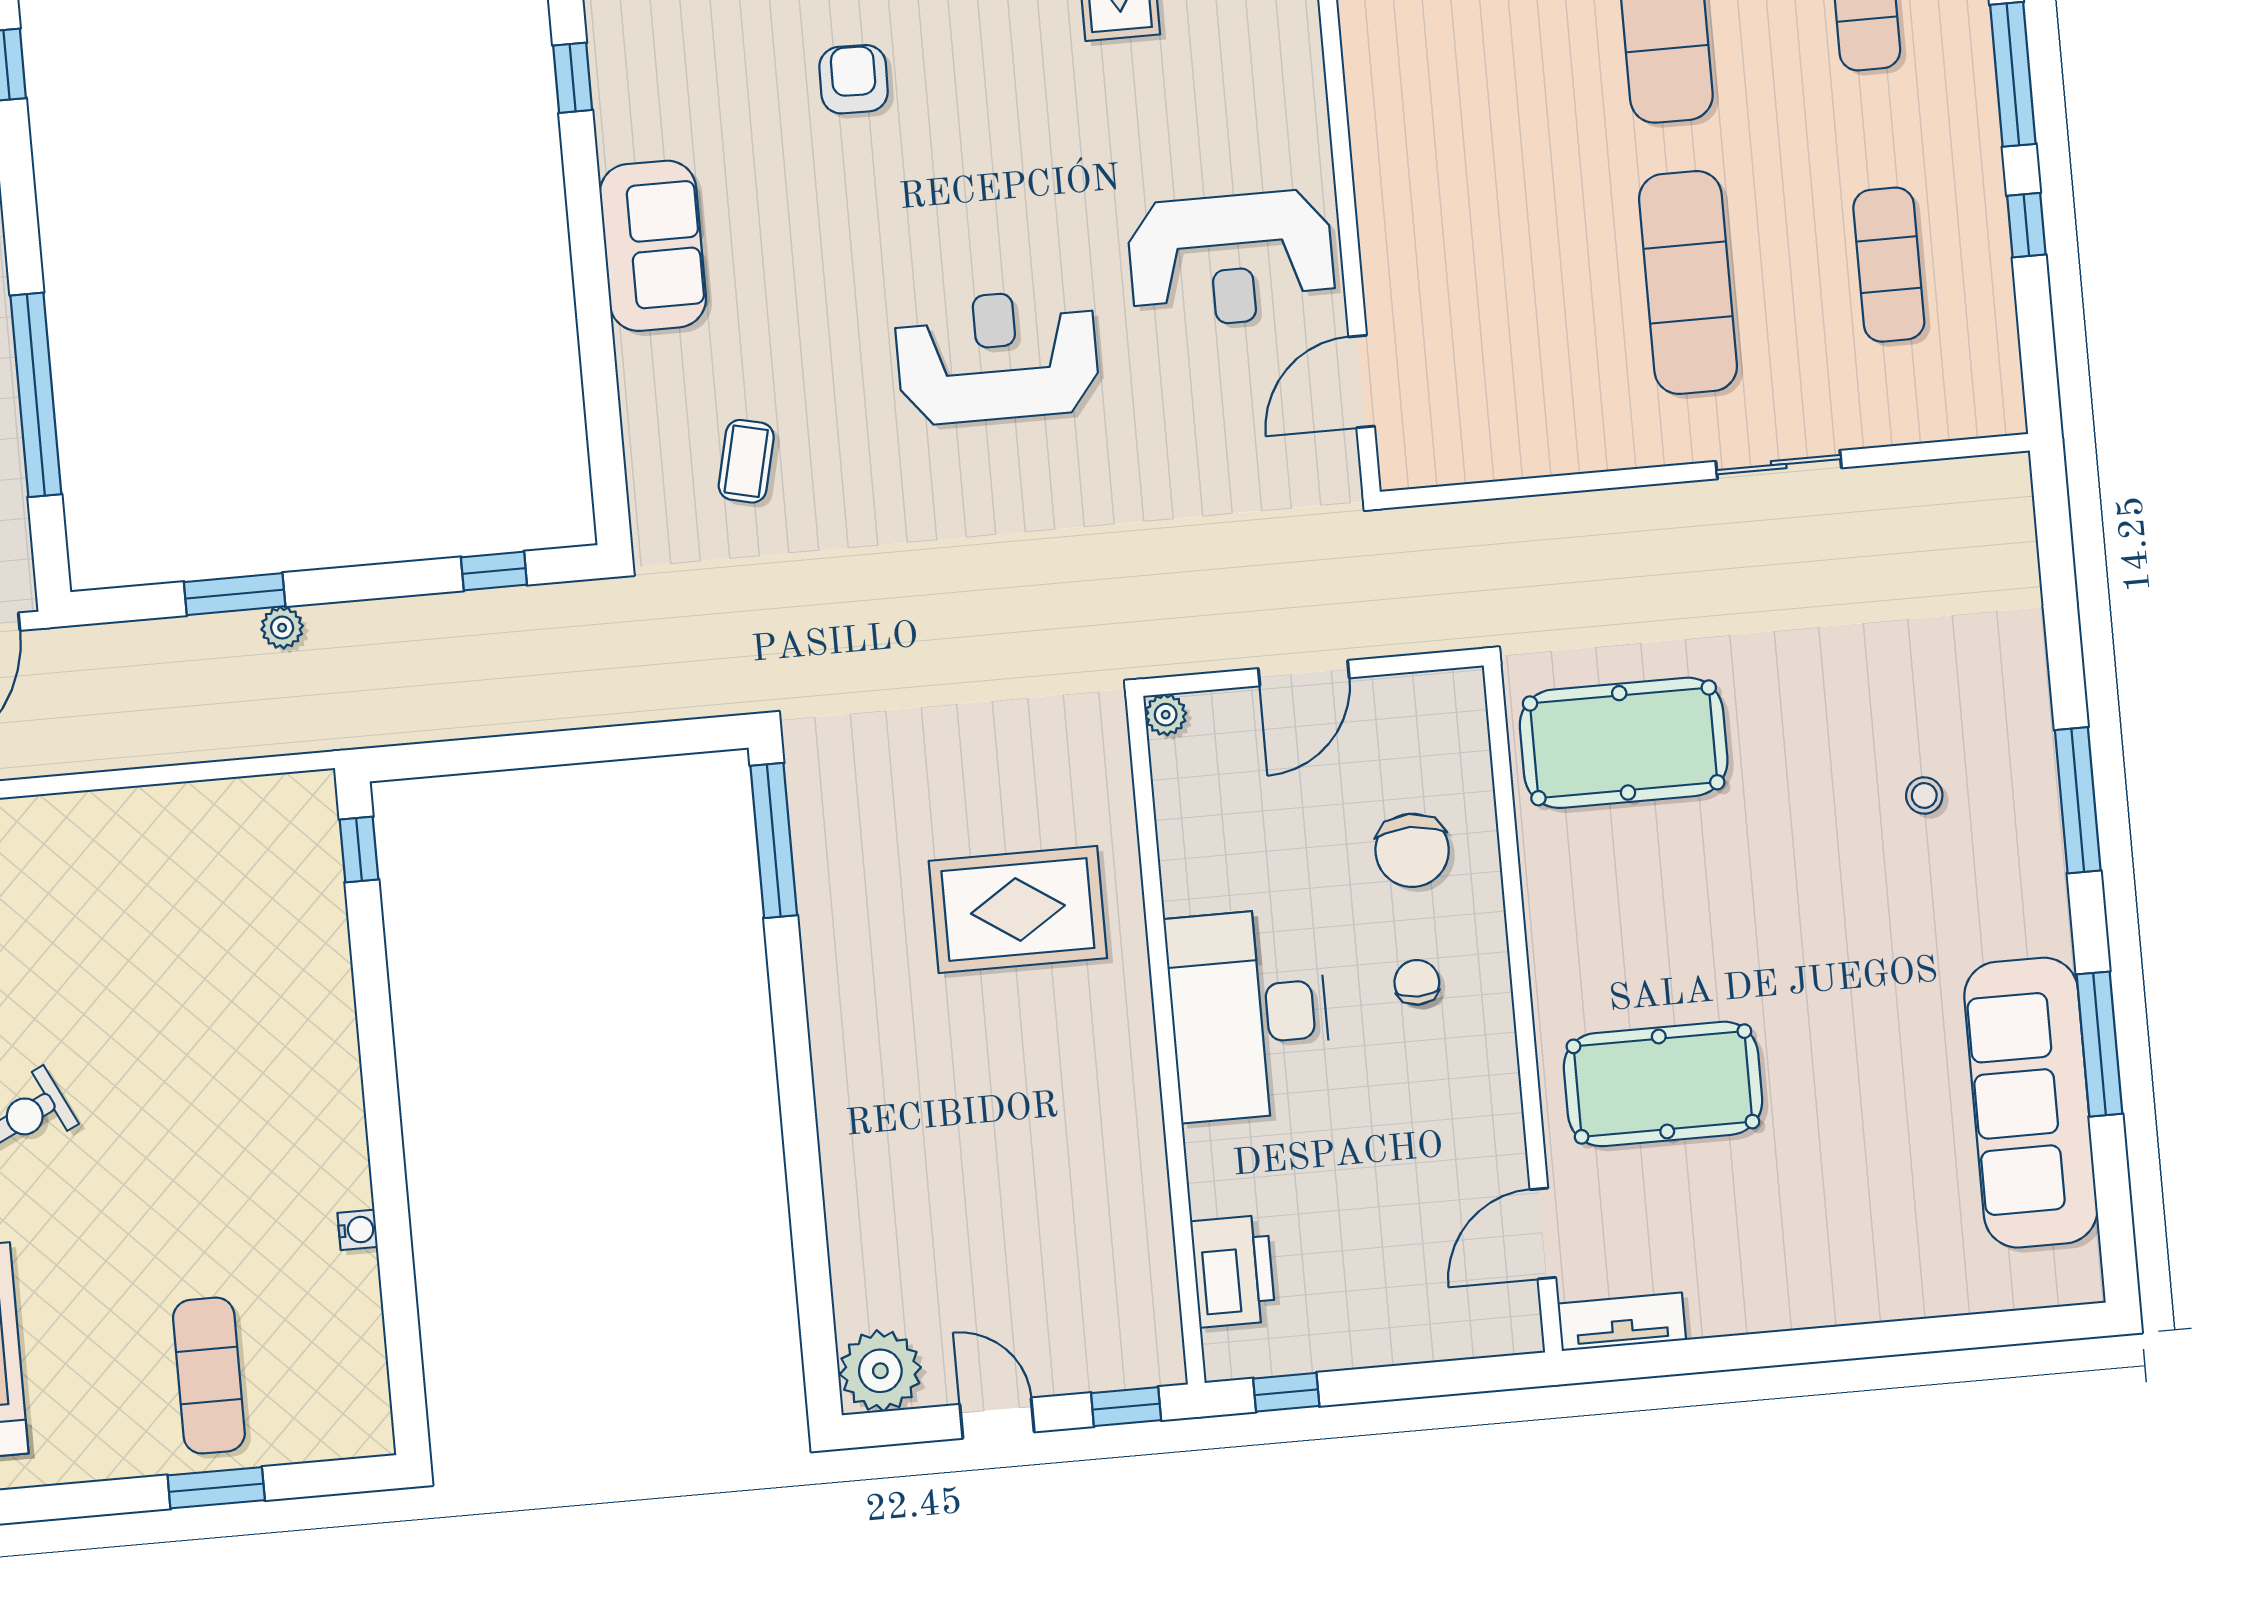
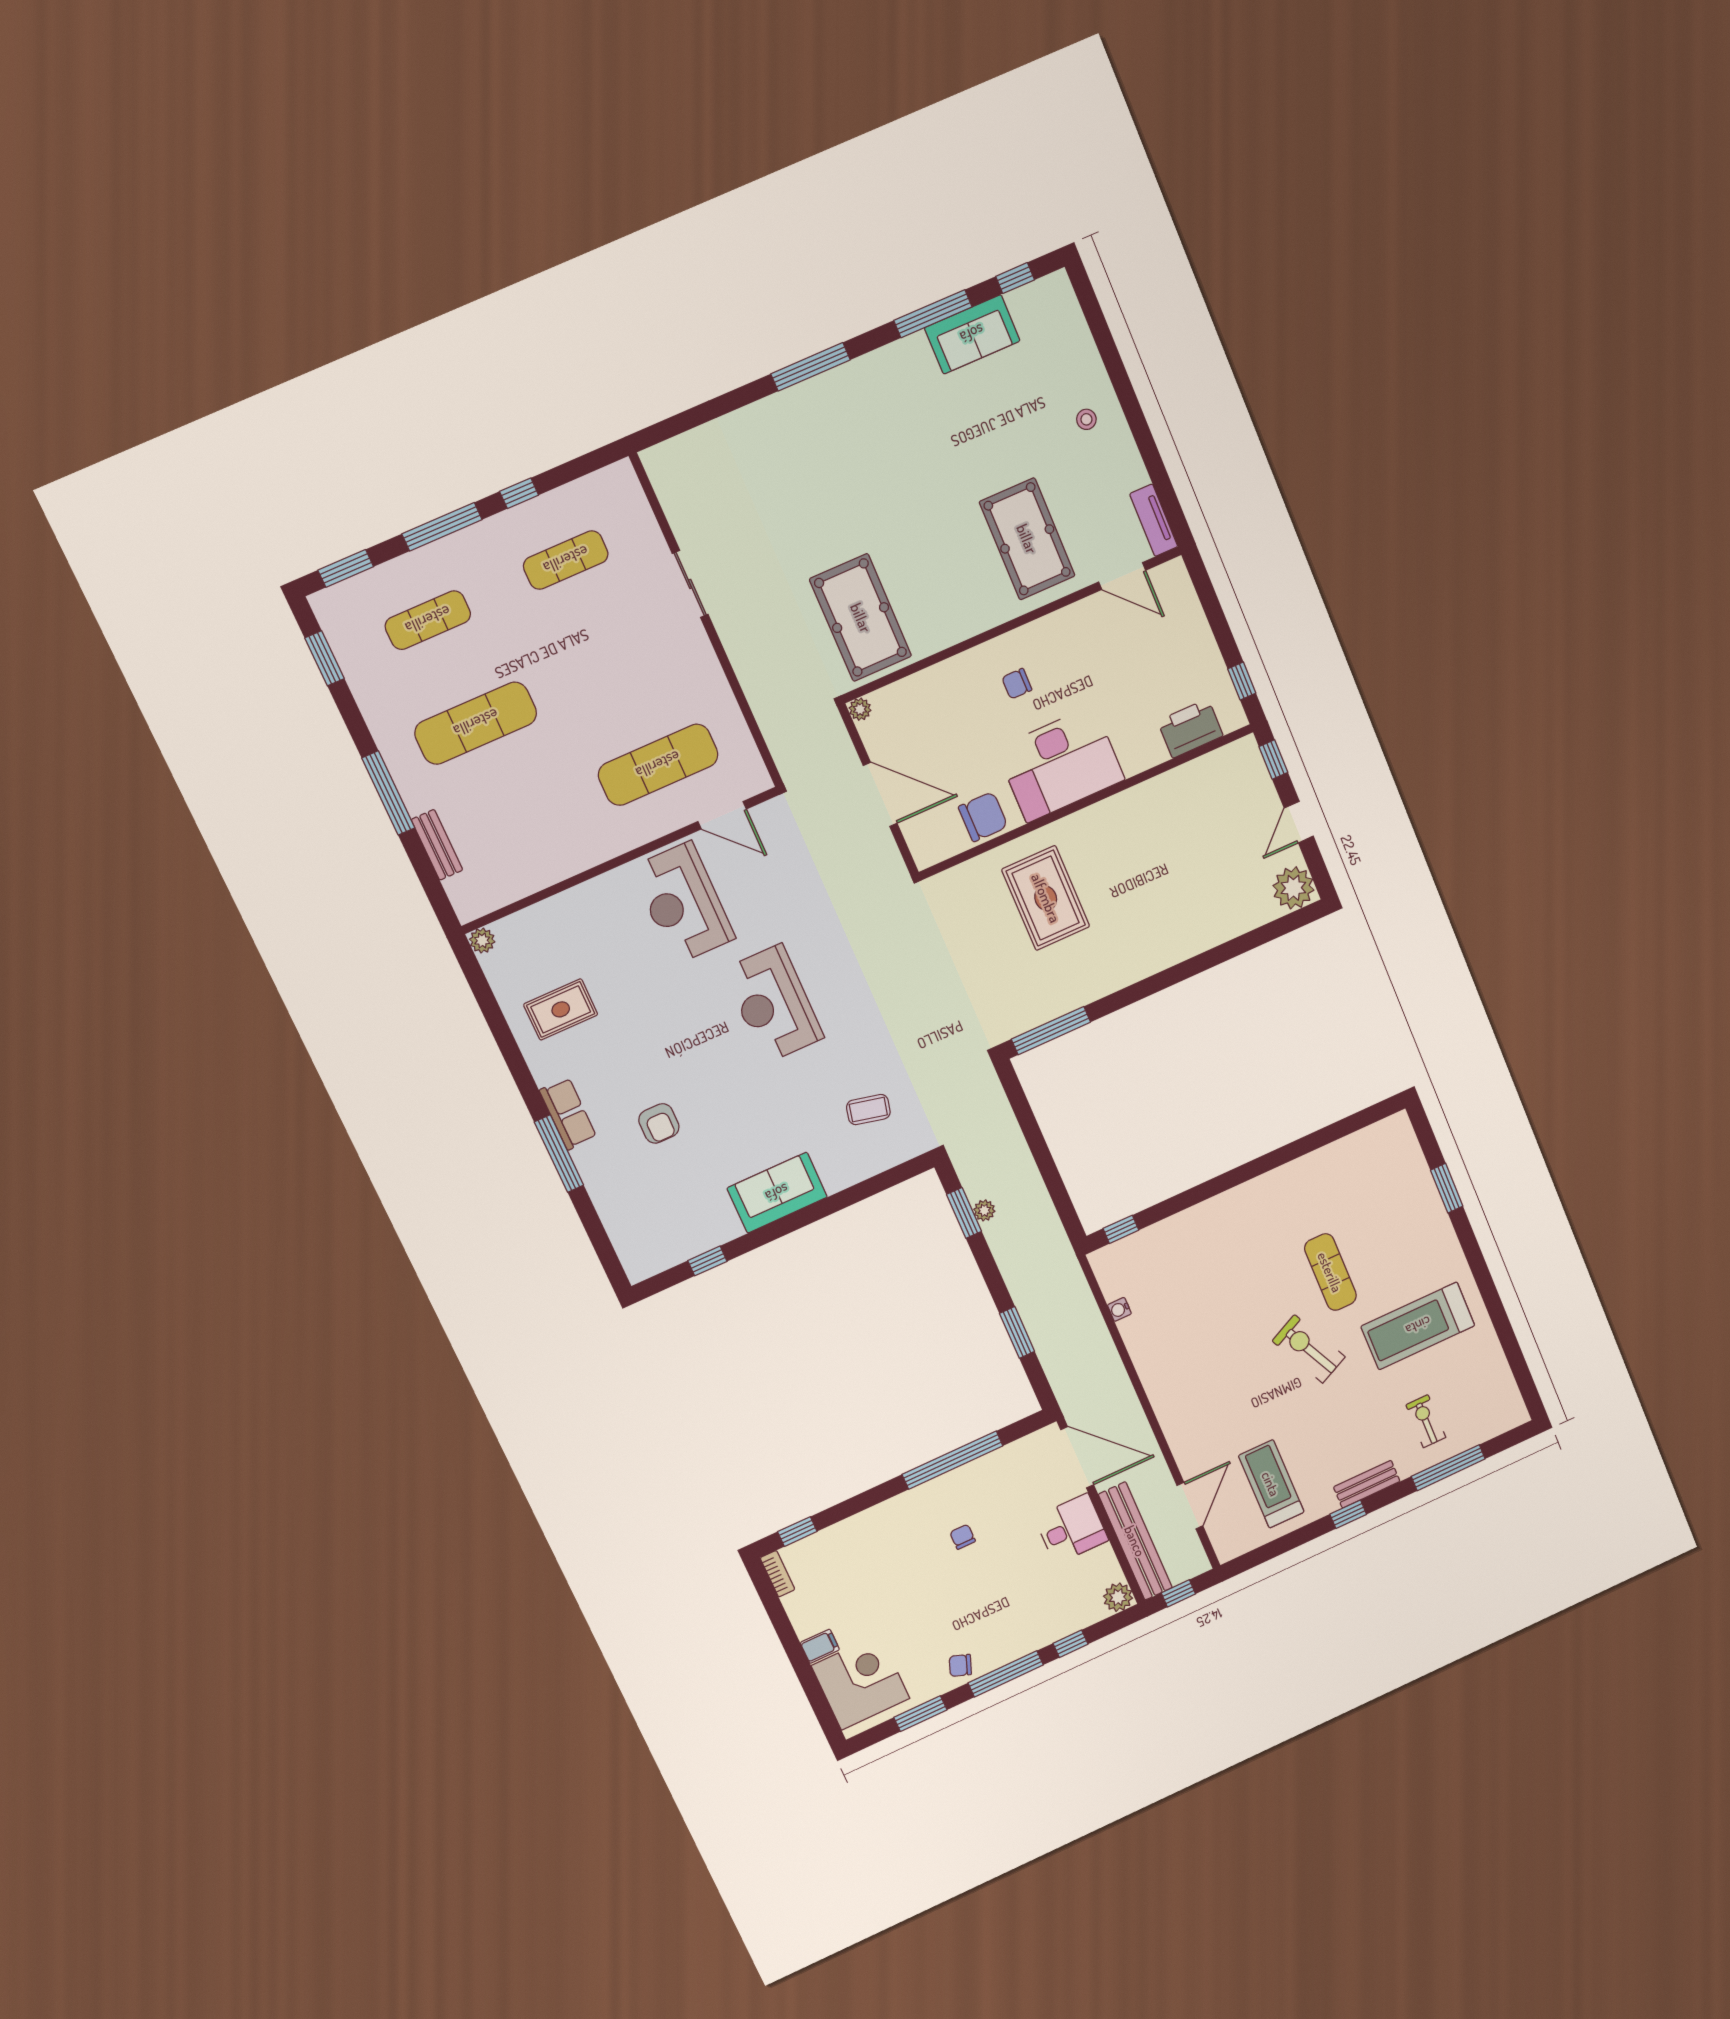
armchair: (854, 79) -> (659, 1123), turned -91
reception desk: (1231, 259) -> (683, 903), turned 180
exercise mat: (1688, 283) -> (658, 765), moved
window: (494, 571) -> (964, 1213), width x1.50
plant: (282, 628) -> (984, 1210), moved
door: (1304, 673) -> (880, 794), width x1.36
plant: (1166, 715) -> (860, 709), moved
stool: (1924, 795) -> (1086, 419), moved
chair: (1412, 850) -> (983, 817), moved
sofa: (2031, 1103) -> (972, 334), width x0.54, depth x0.79
window: (2114, 1208) -> (1015, 278), added
water cooler: (358, 1230) -> (1119, 1309), moved, turned -90
exercise mat: (209, 1376) -> (1330, 1272), moved, turned 90

